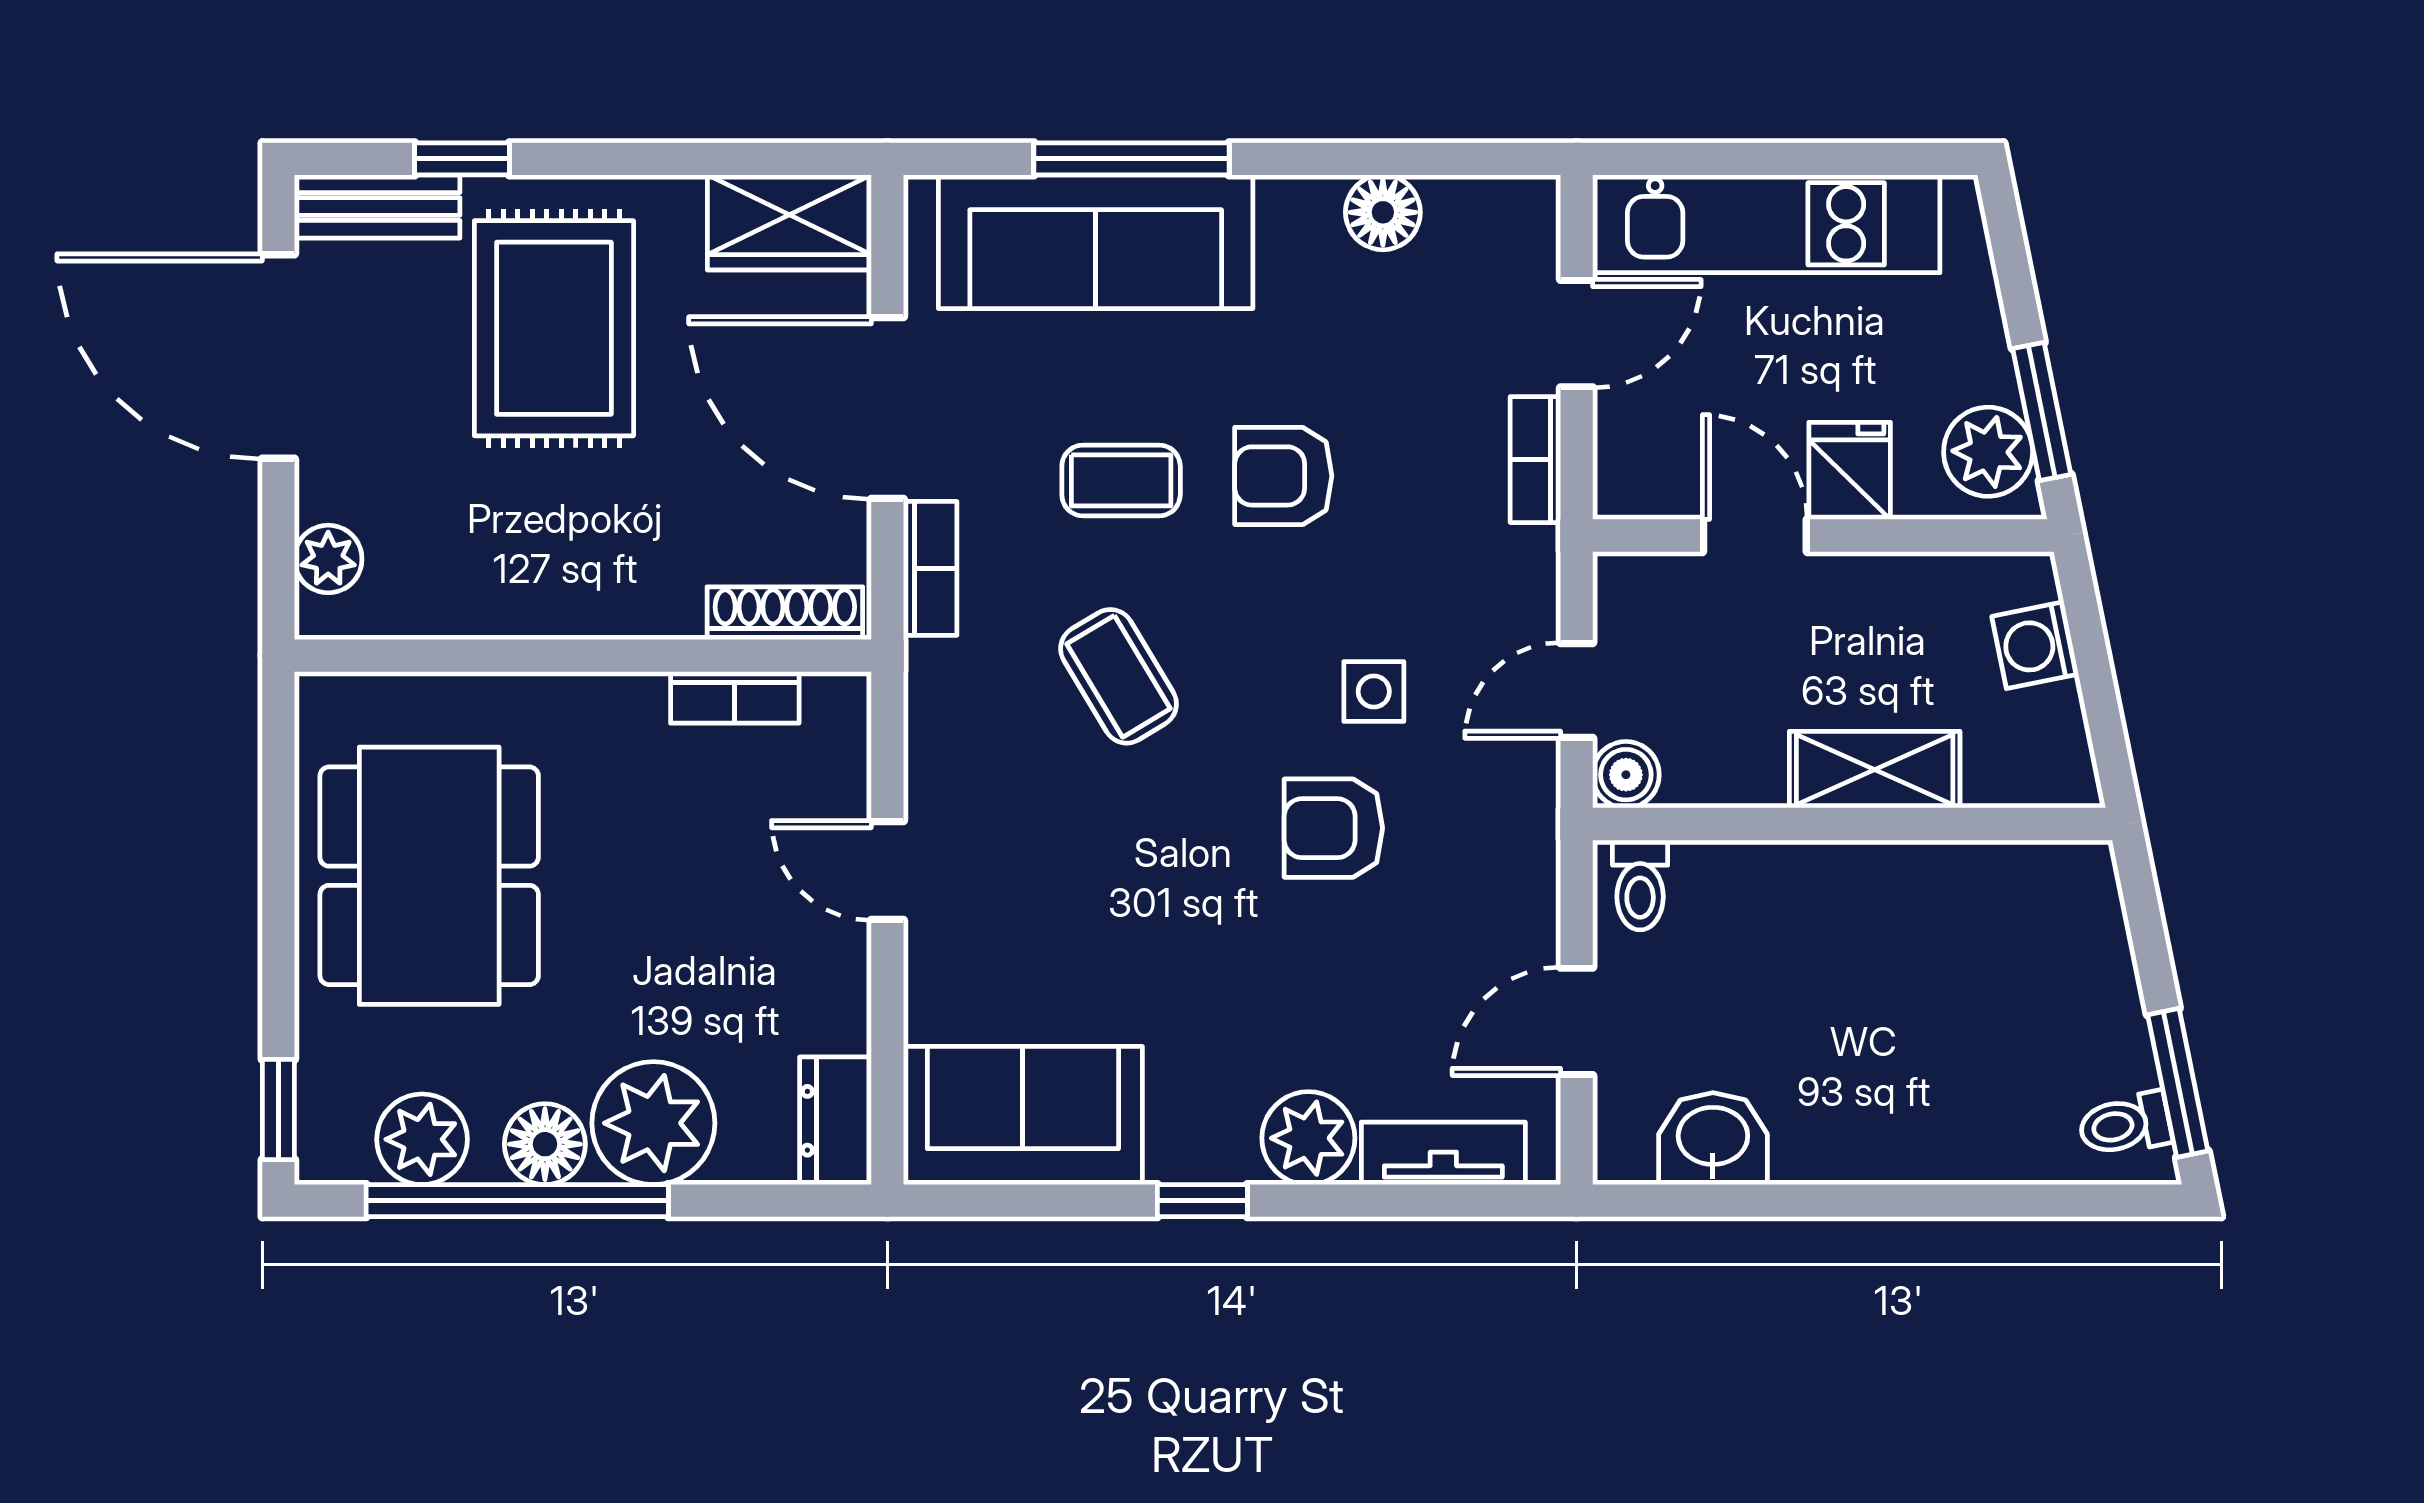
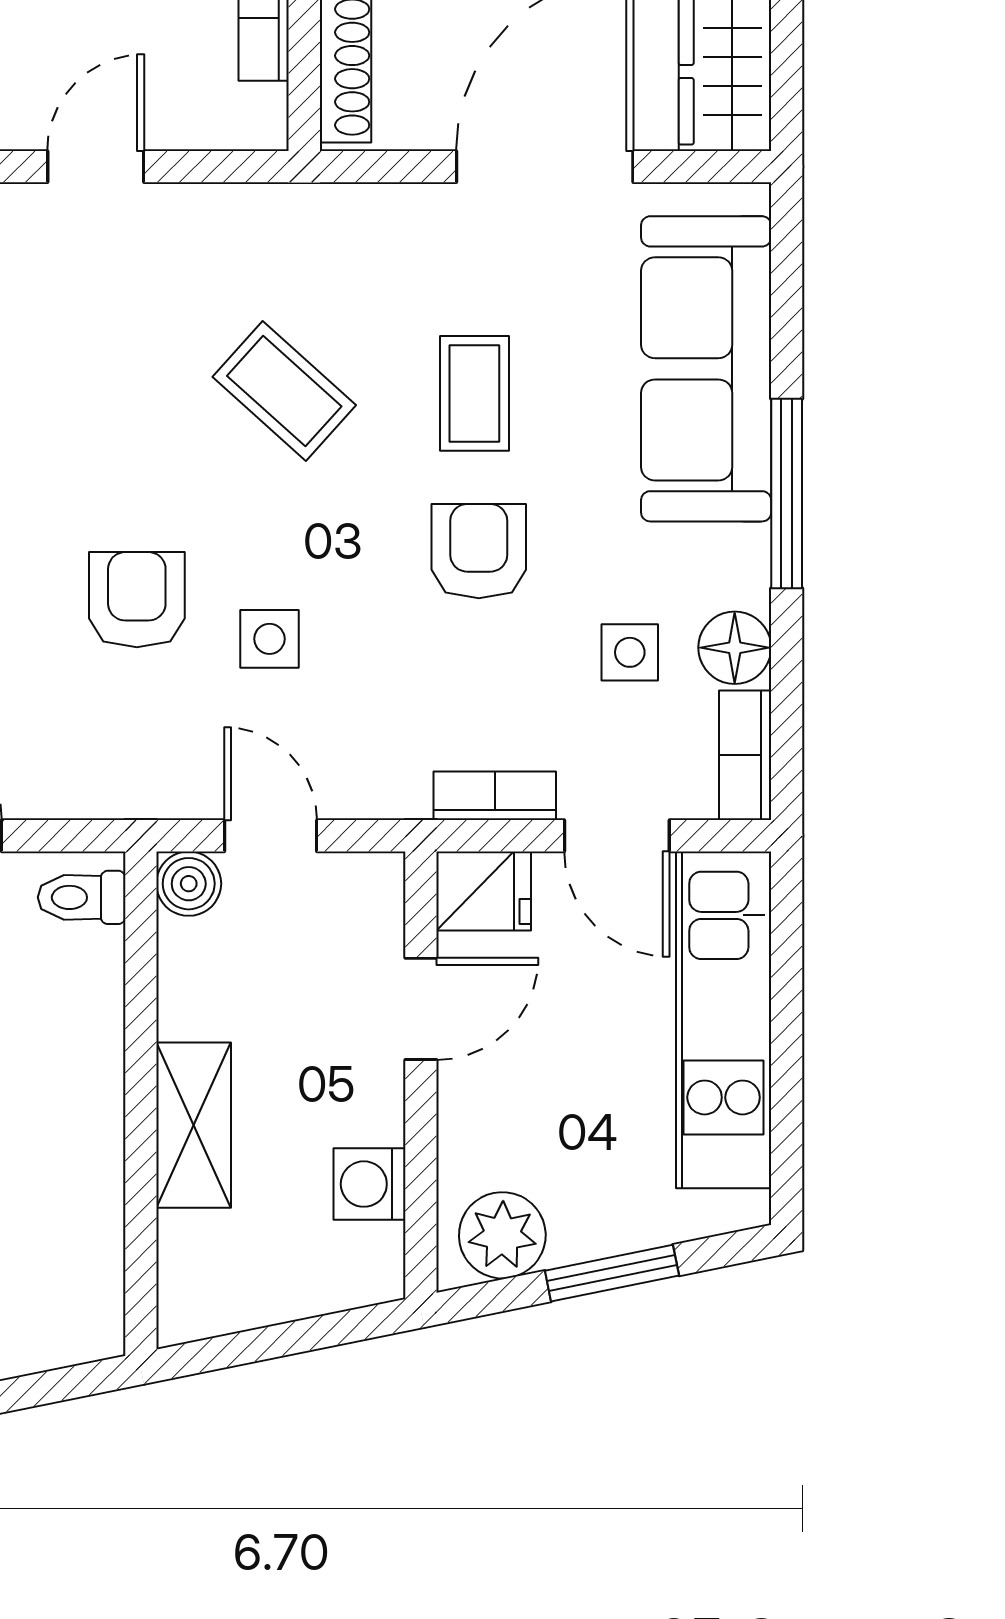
window: (1132, 159) -> (787, 494), moved
side table: (1388, 320) -> (630, 652), added
window: (2042, 412) -> (612, 1273), moved
fridge: (1850, 471) -> (484, 891), moved
bookcase: (930, 568) -> (745, 755), moved, turned 90
washing machine: (2035, 645) -> (370, 1184), moved, turned -79
coffee table: (1118, 676) -> (284, 391), turned 73

